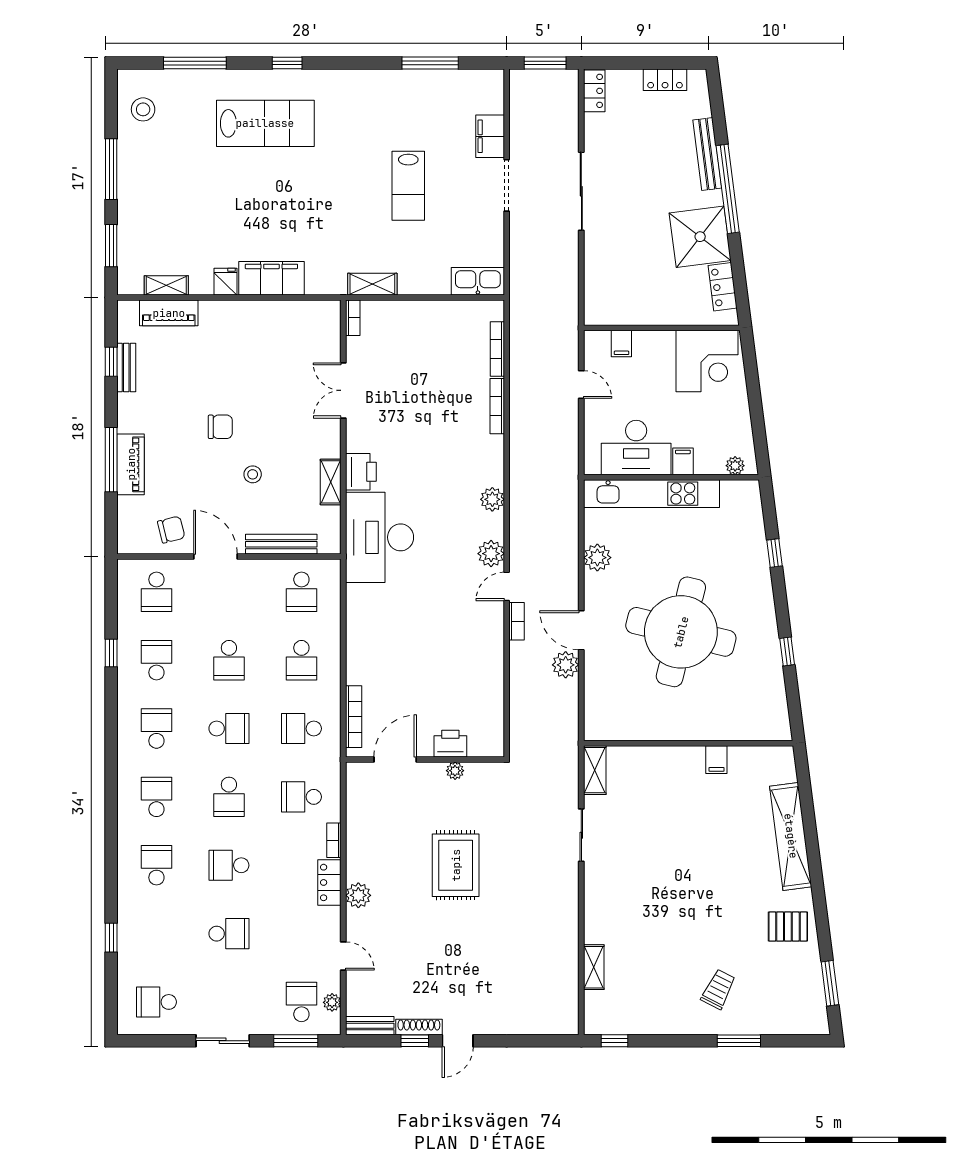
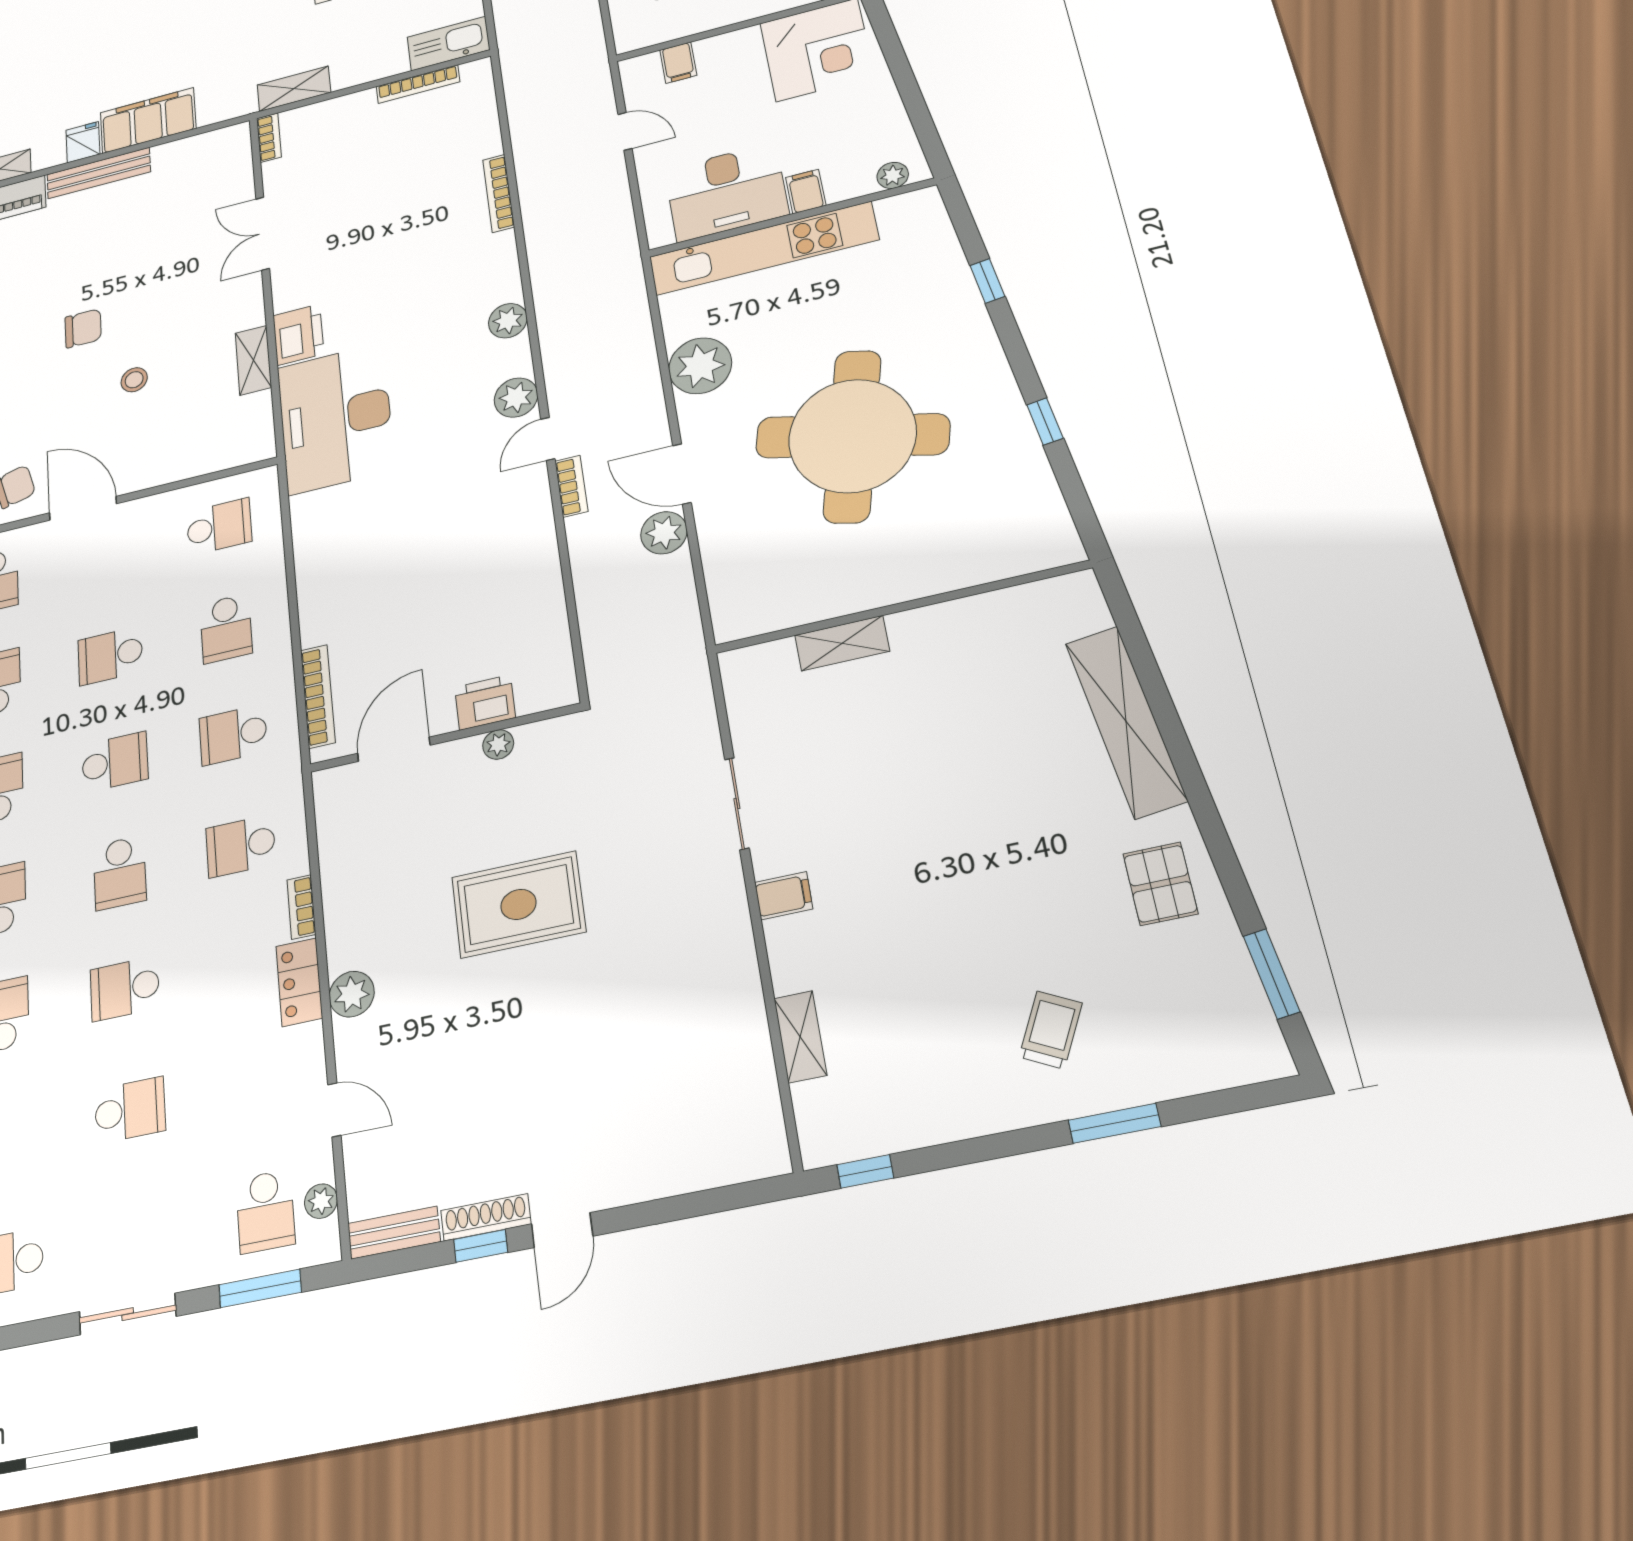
bookcase: (497, 349) -> (418, 84), moved, turned -90
bench: (281, 544) -> (99, 173), moved
plant: (597, 558) -> (700, 366), width x1.36, depth x1.36
school desk: (301, 592) -> (219, 527), turned -90
school desk: (229, 660) -> (110, 656), turned 90
filing cabinet: (716, 760) -> (784, 896), moved, turned -90
shelving: (595, 770) -> (842, 643), moved, turned 90
rug: (456, 865) -> (518, 904), turned 90
pallet: (788, 927) -> (1160, 884), turned 90
school desk: (301, 1002) -> (265, 1211), turned 180

